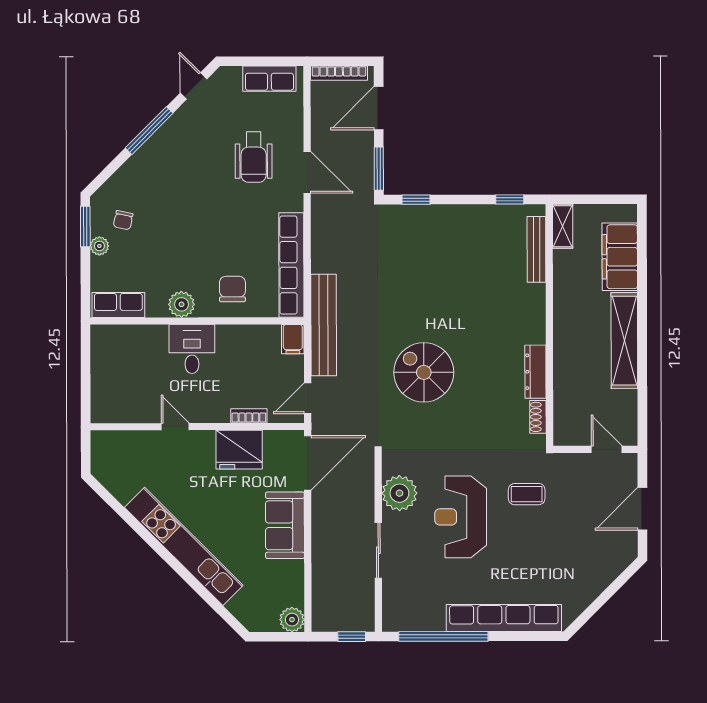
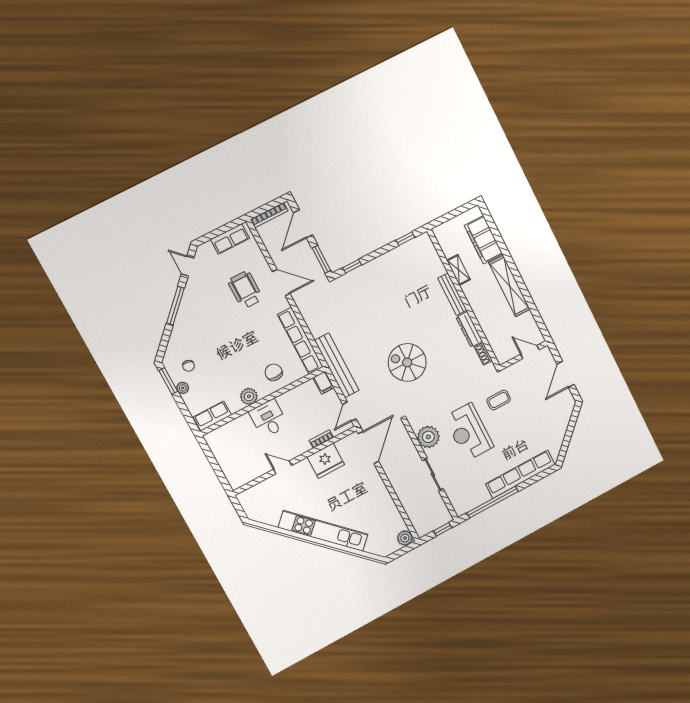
wheelchair: (254, 157) -> (245, 290), turned 180
shelving: (563, 226) -> (459, 270), moved
bench: (536, 249) -> (452, 294), moved
sofa: (285, 525) -> (374, 489), removed

